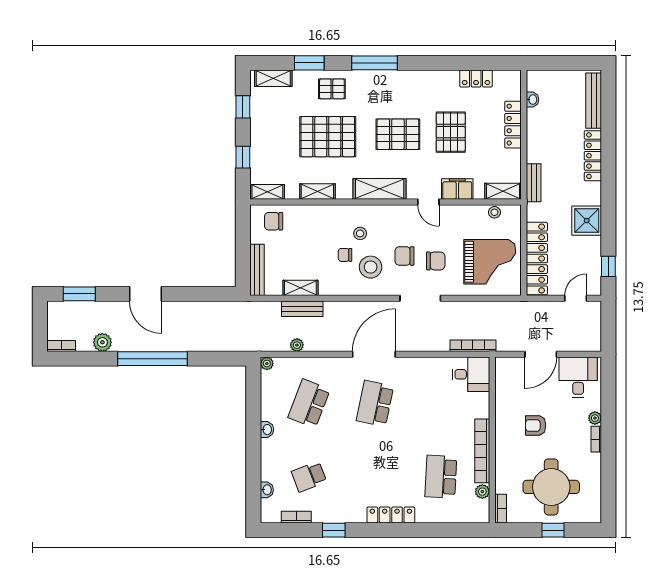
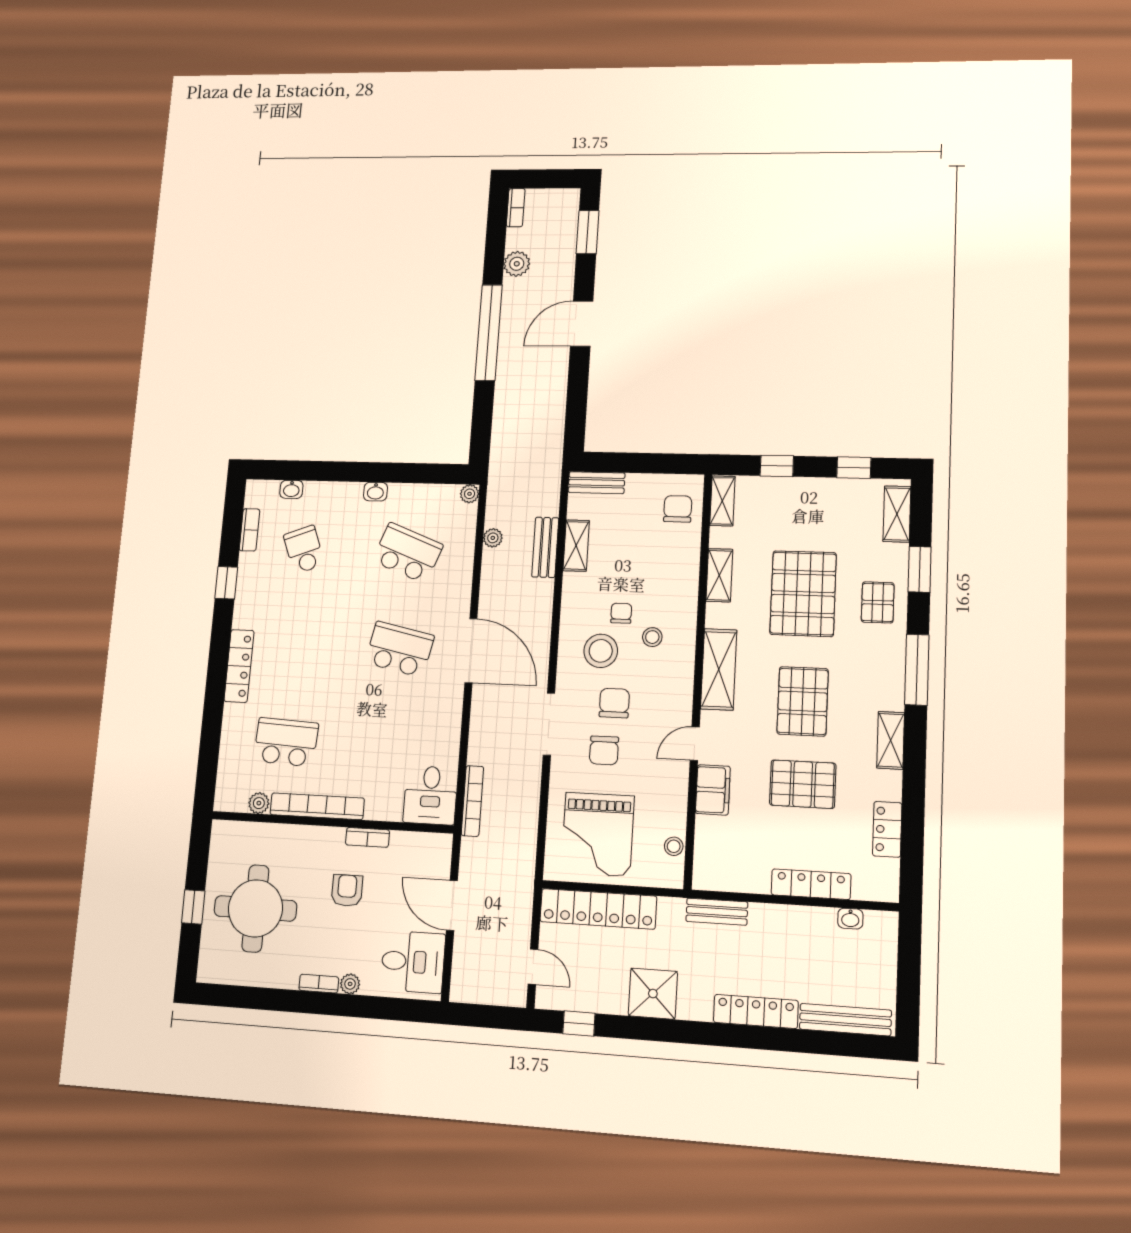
shelving: (503, 191) -> (891, 740), moved
bench: (257, 270) -> (596, 483), width x0.73
bookcase: (501, 509) -> (367, 837), moved

